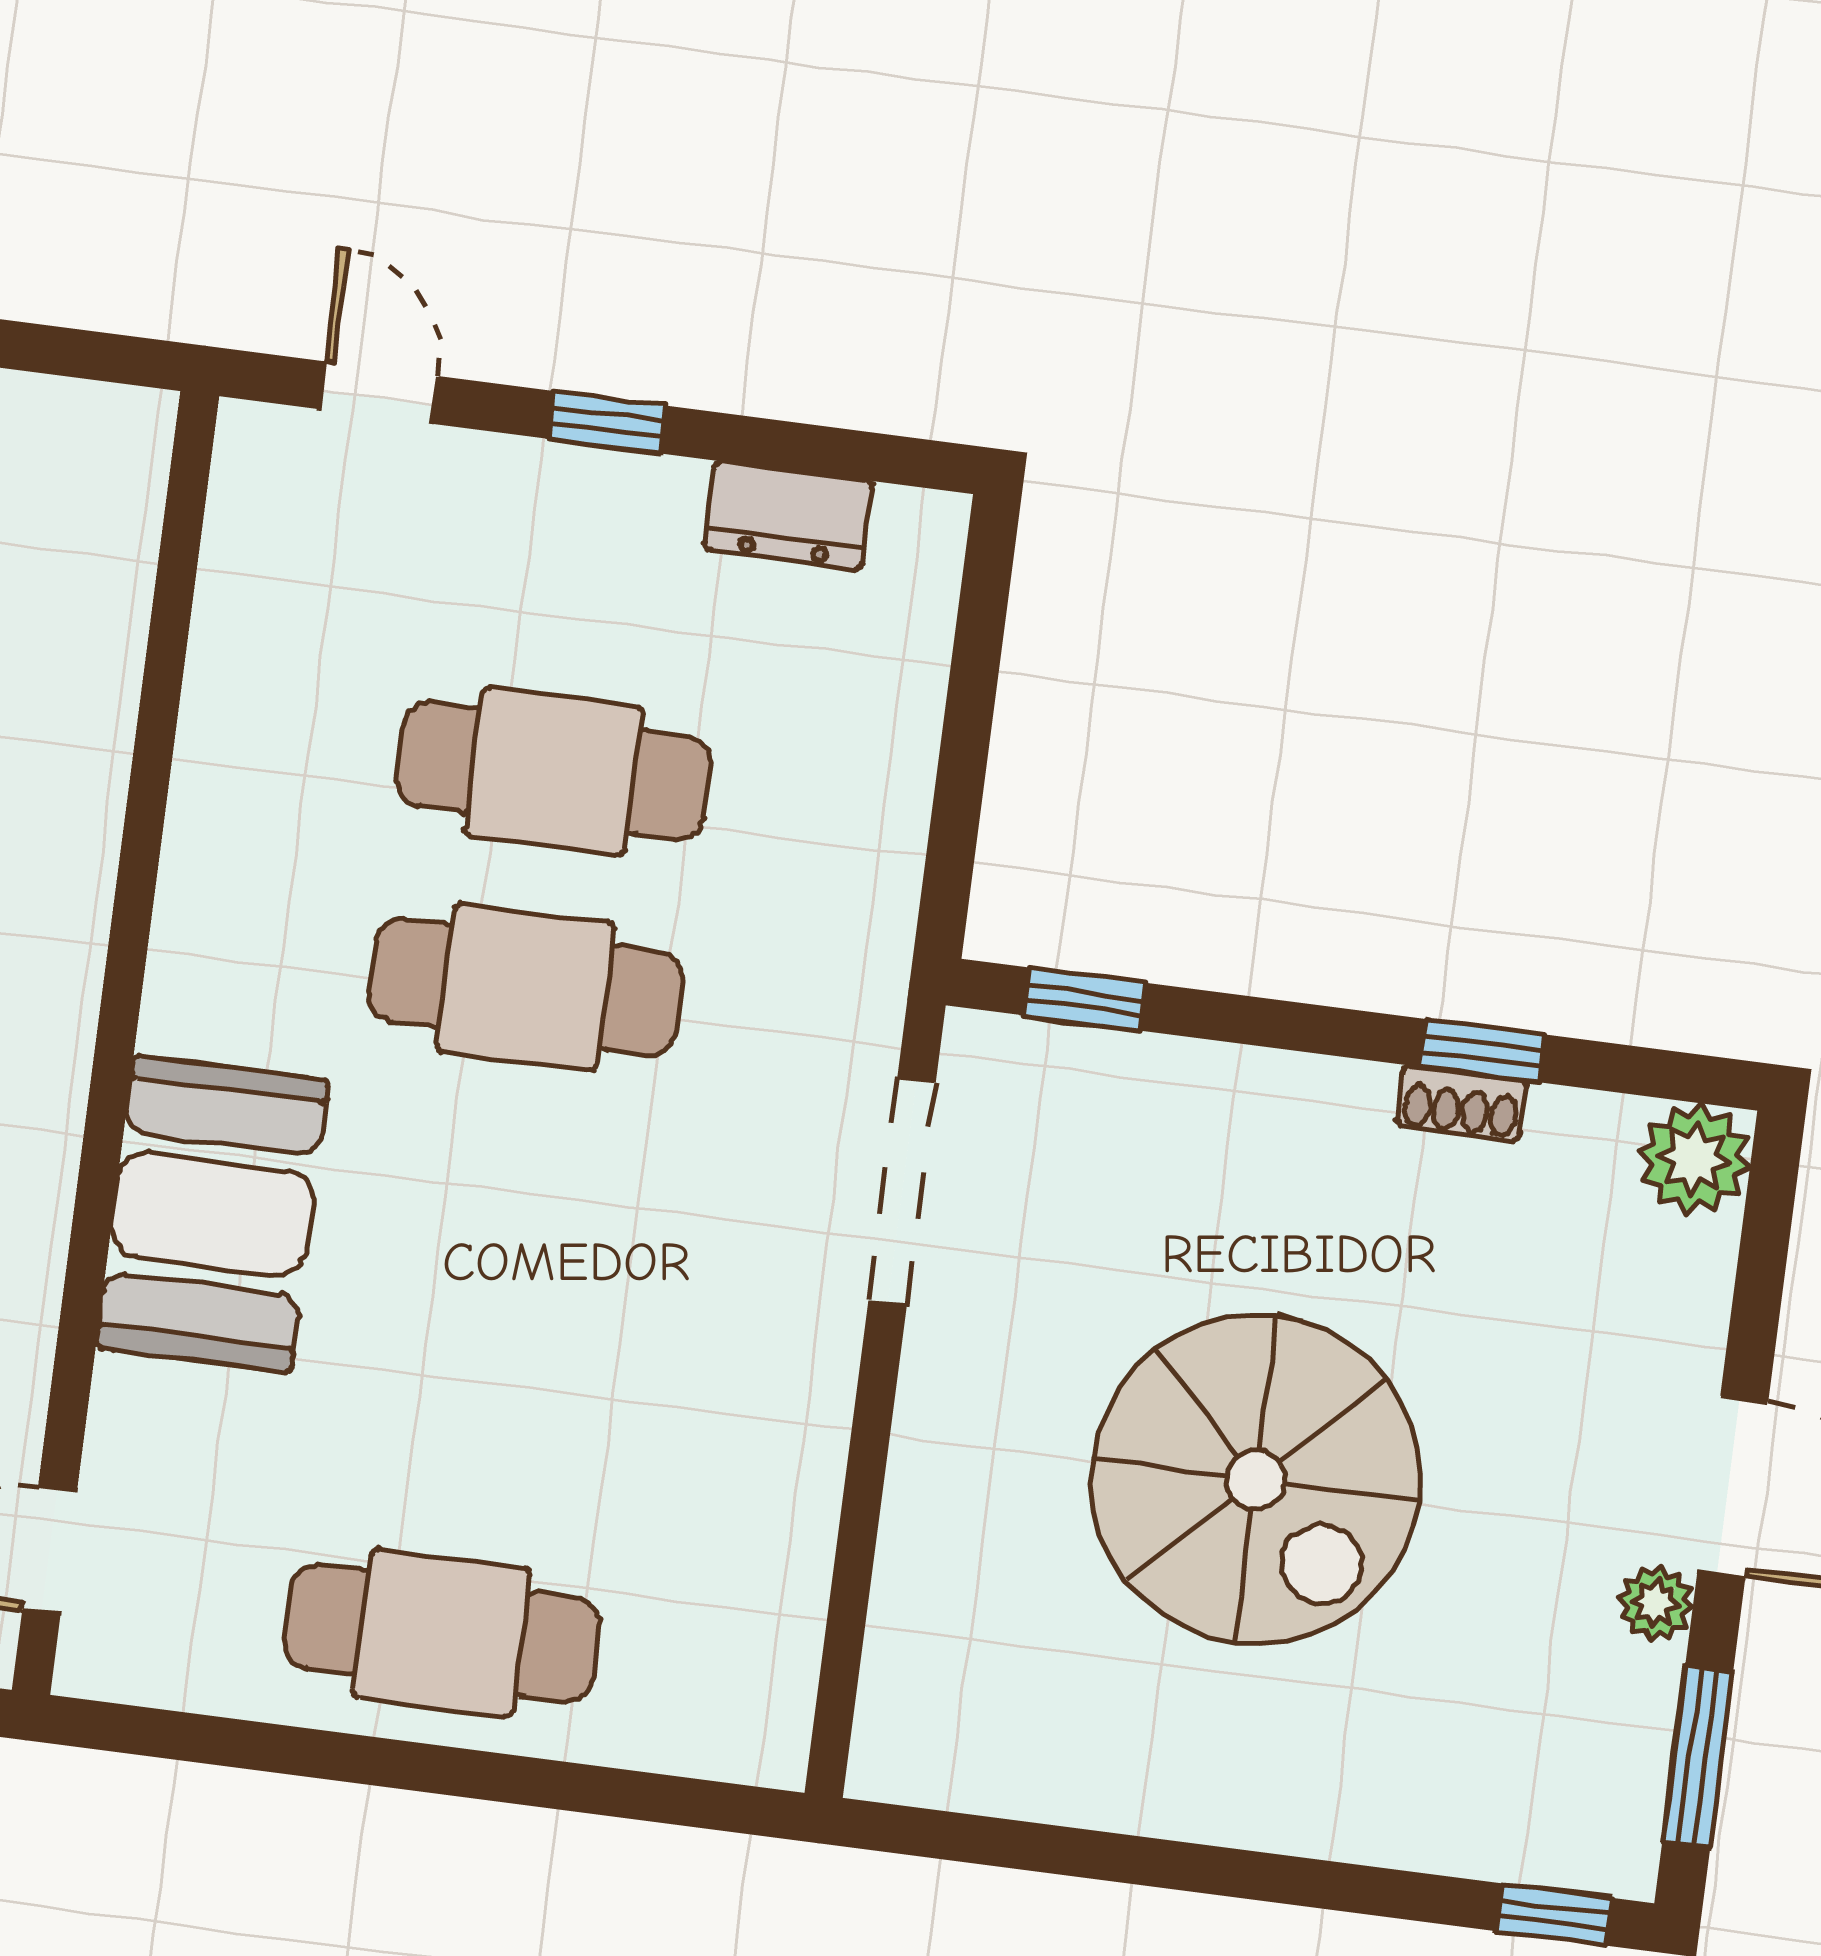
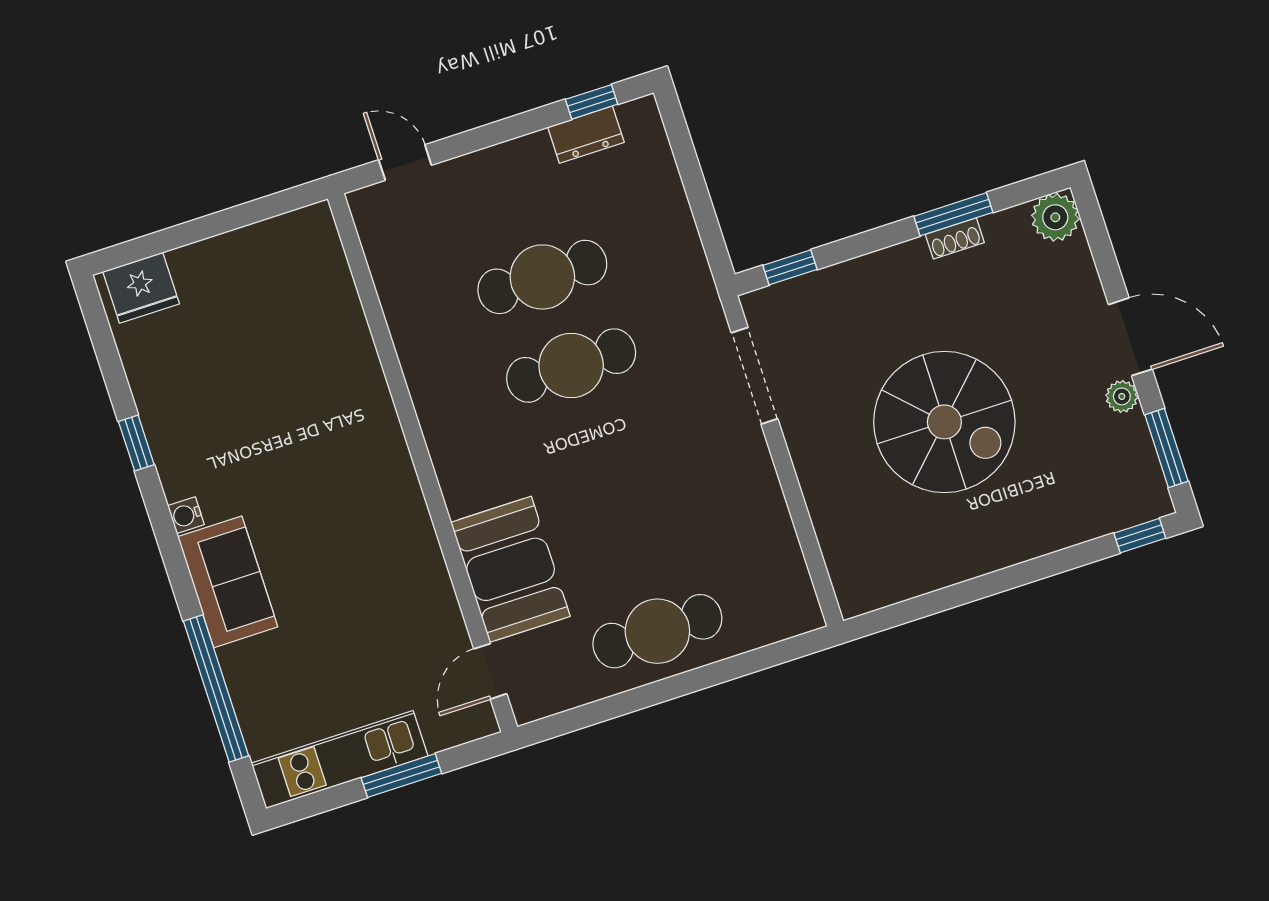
window: (607, 422) -> (592, 102), moved
window: (1482, 1051) -> (953, 214), width x1.50
booth: (212, 1214) -> (510, 569), moved

